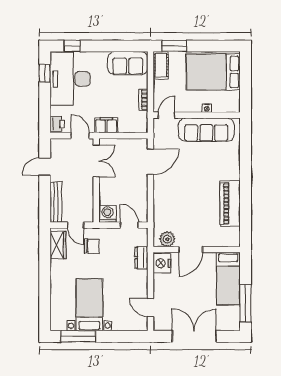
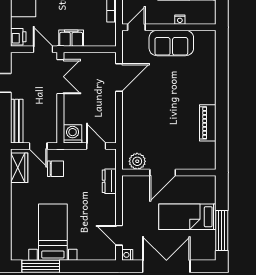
sofa: (206, 130) -> (171, 43), width x0.73
piano: (230, 204) -> (208, 123), width x0.73, depth x0.75
nightstand: (162, 263) -> (127, 255), moved, width x0.53, depth x0.56
bed: (228, 279) -> (187, 217), moved, turned 90

